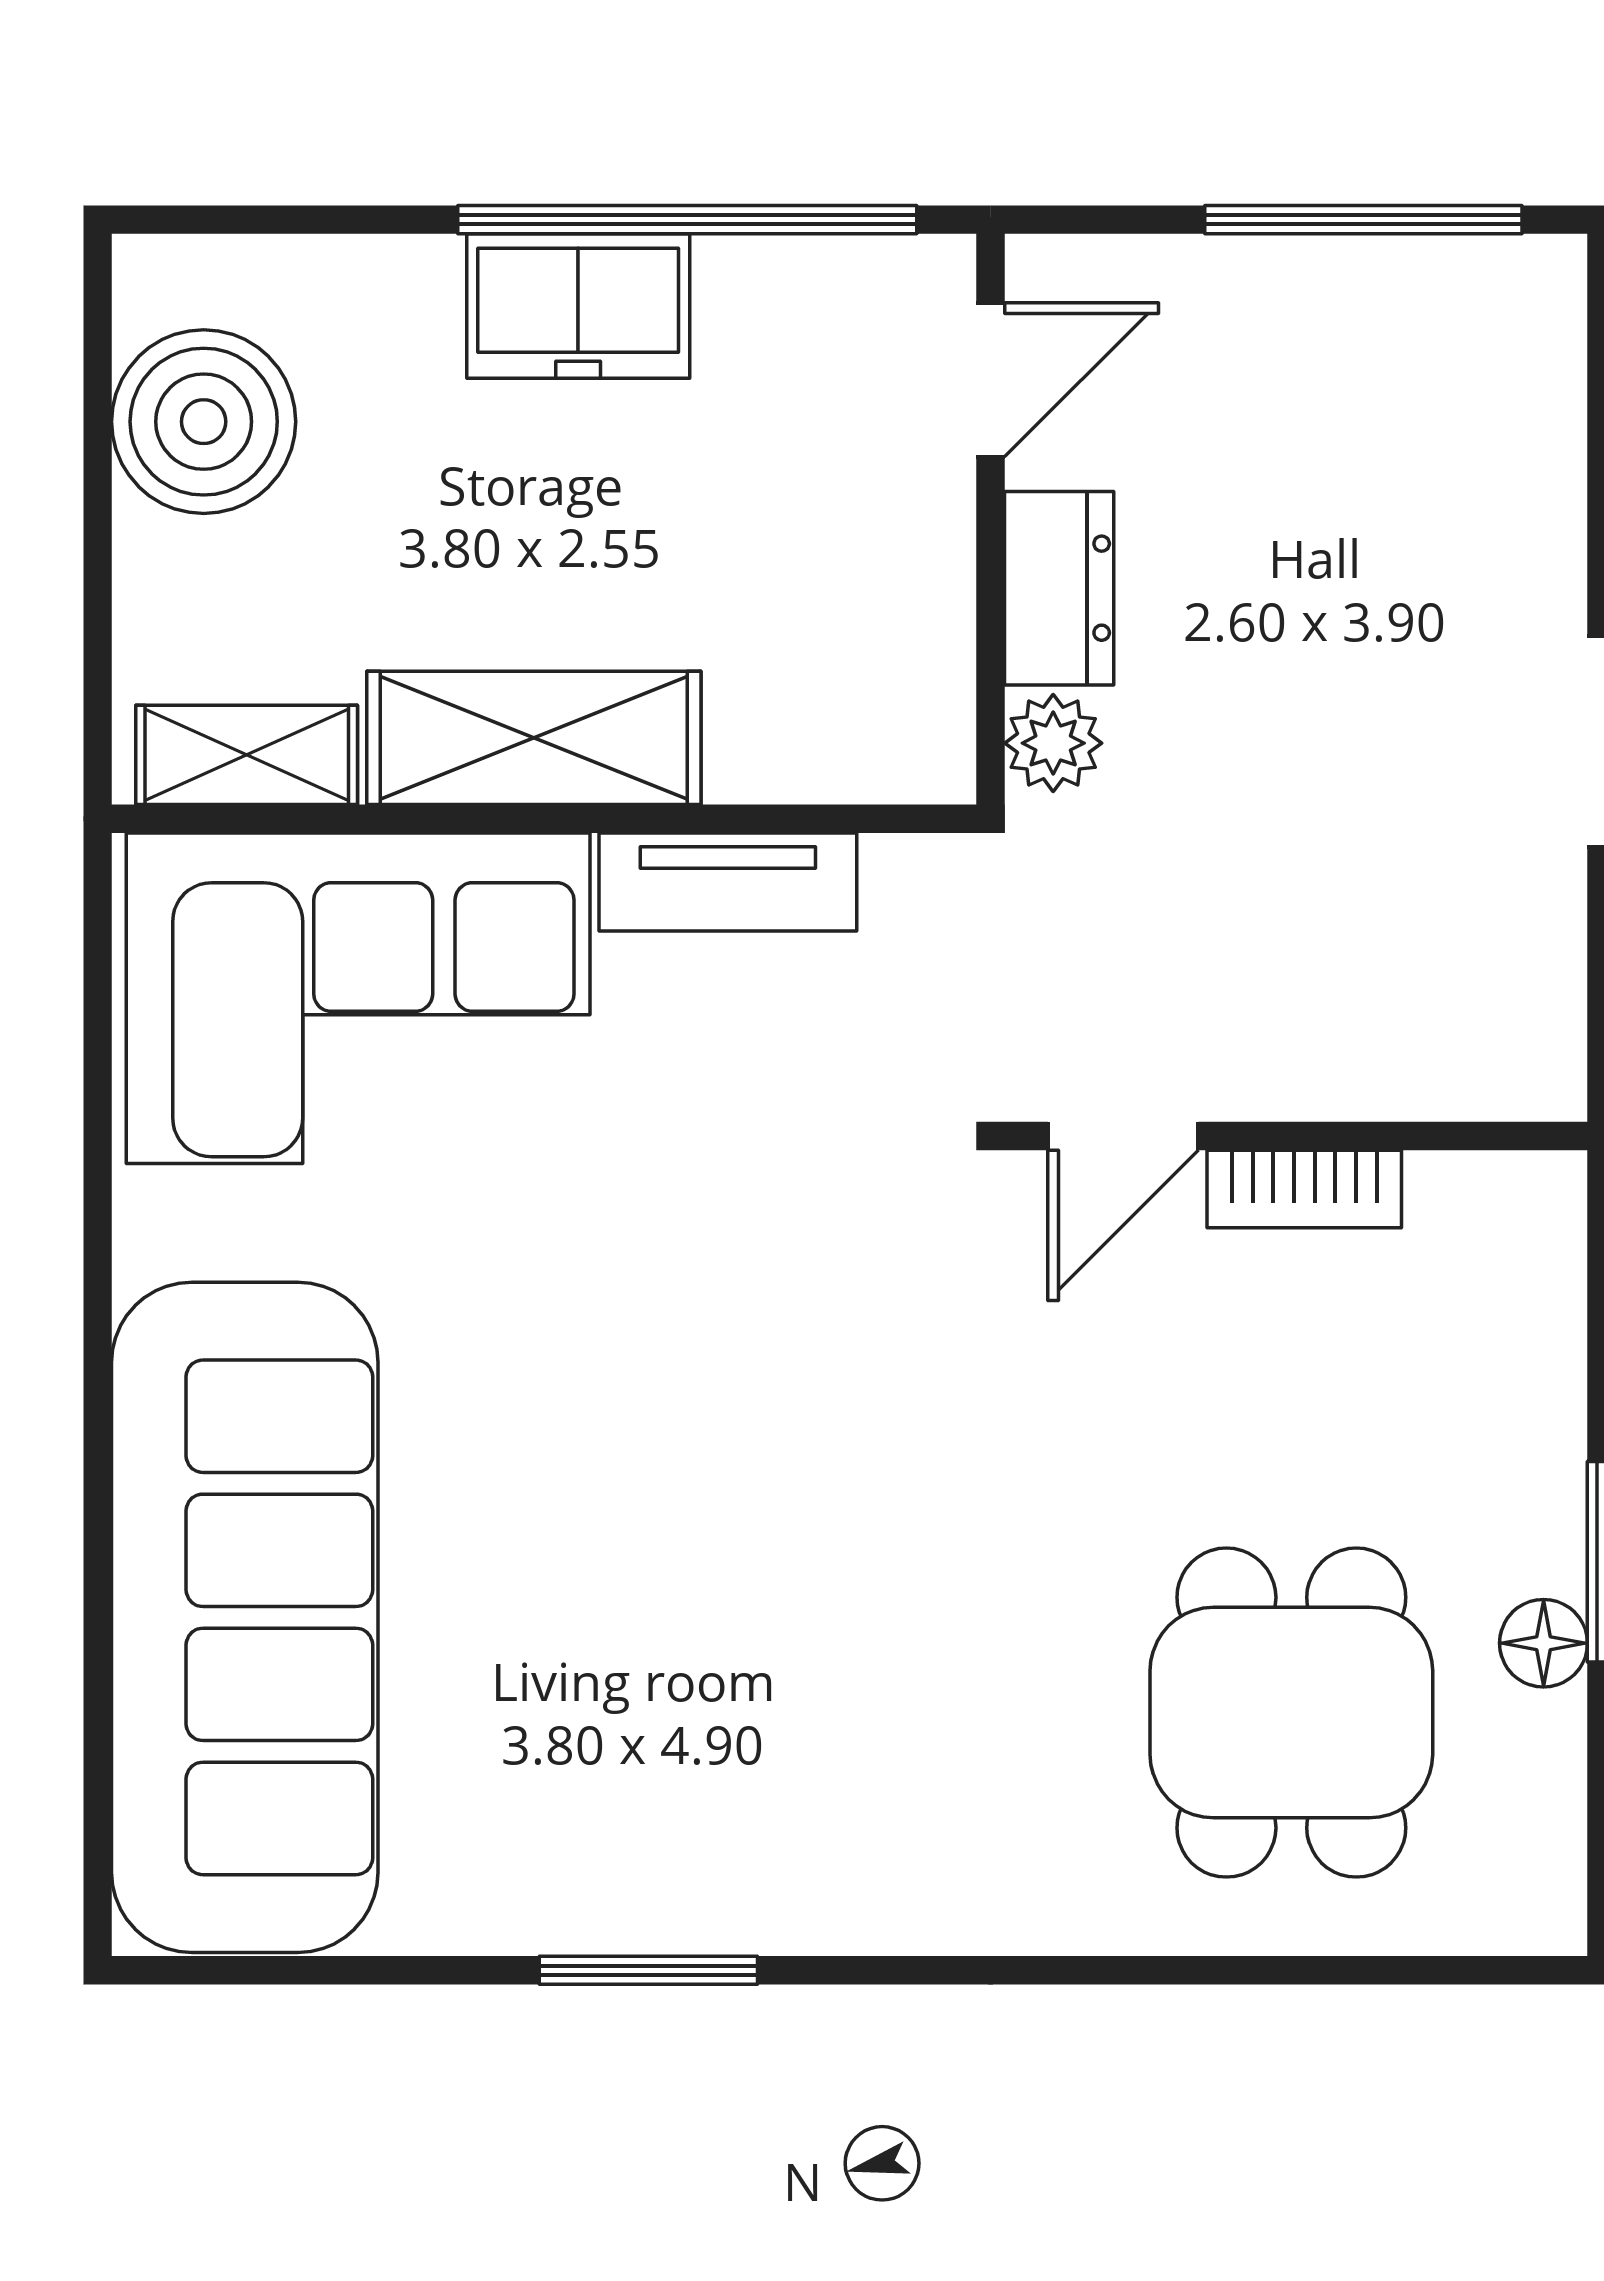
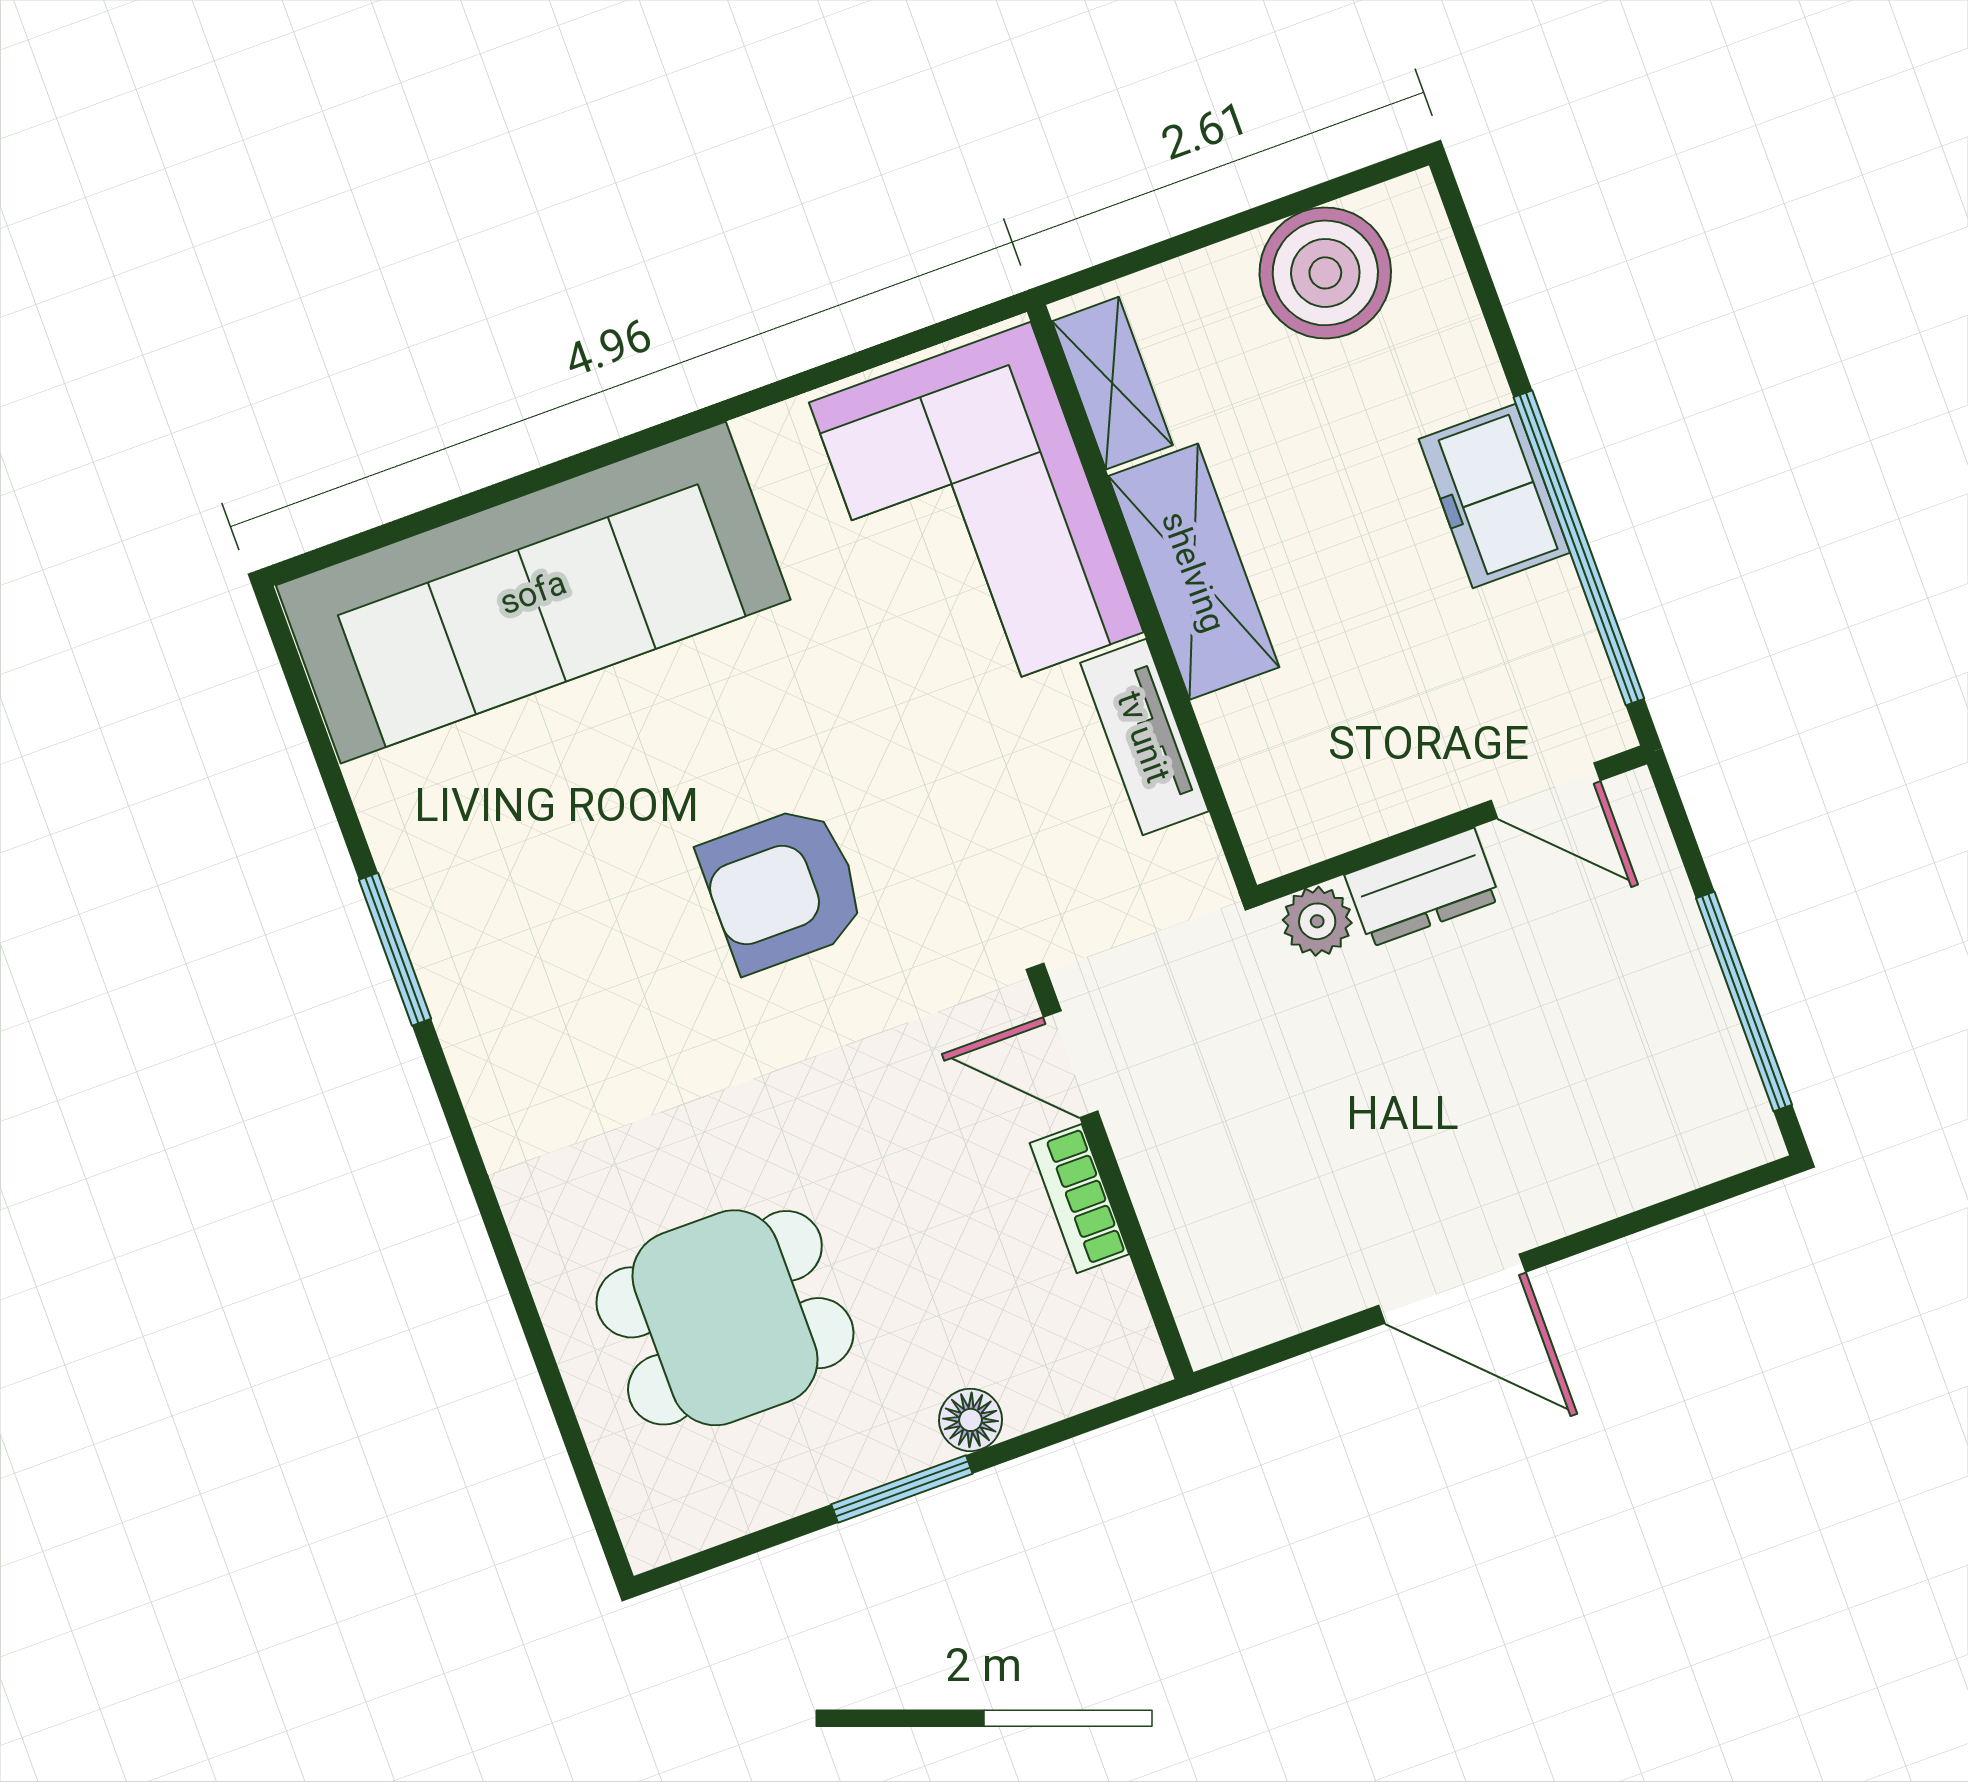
armchair: (754, 1431) -> (783, 888), added
floor lamp: (1544, 1643) -> (971, 1420), moved

